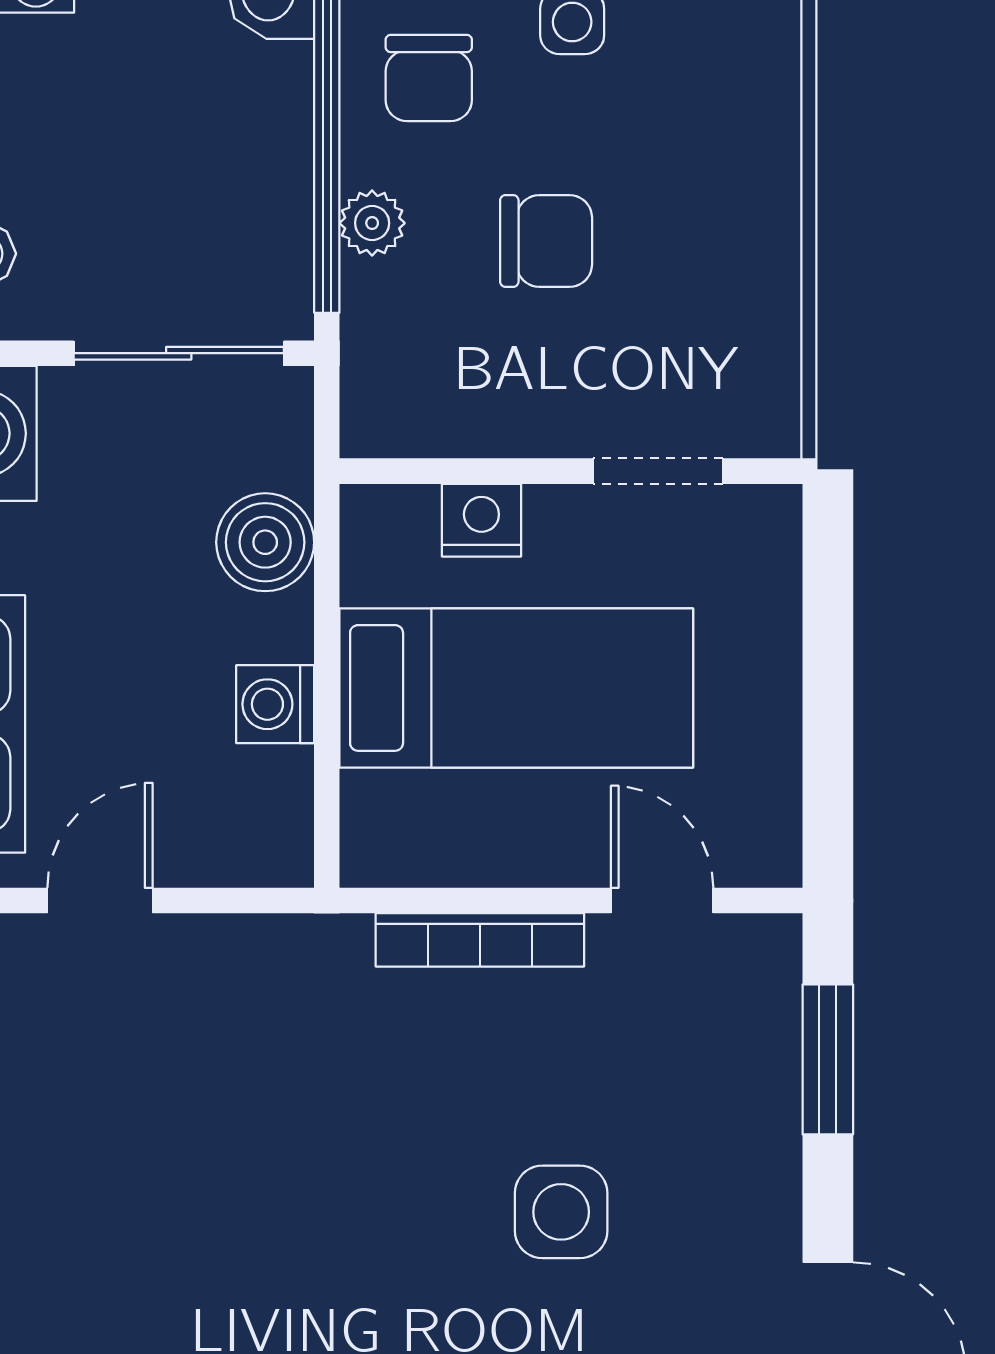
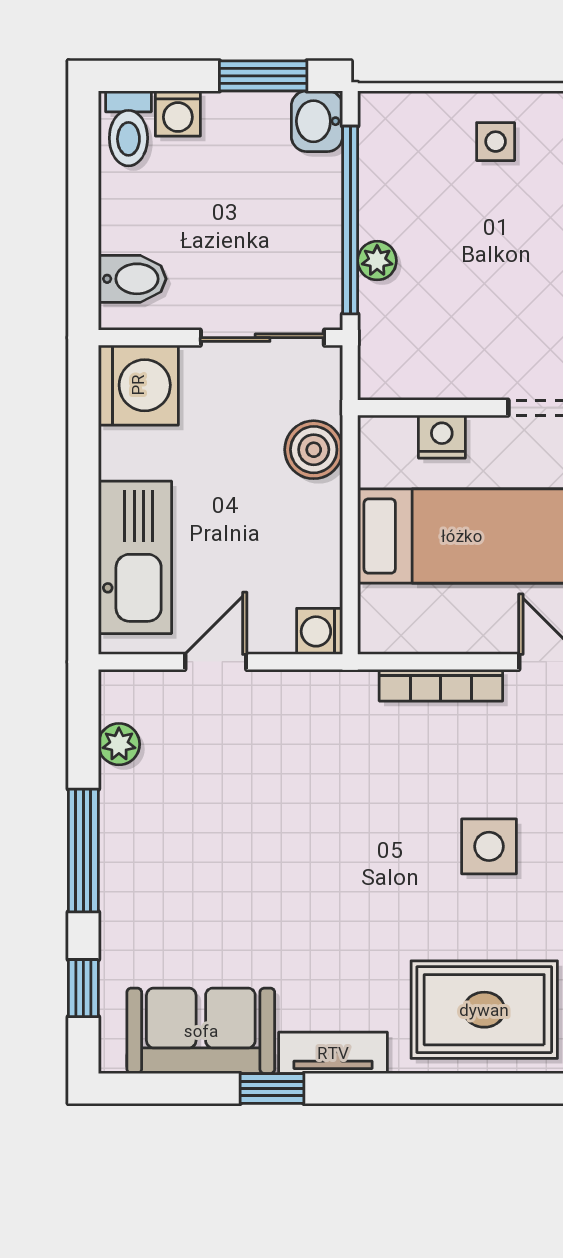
chair: (429, 78) -> (411, 175), removed
chair: (546, 241) -> (480, 271), removed
washing machine: (275, 704) -> (320, 631), moved

